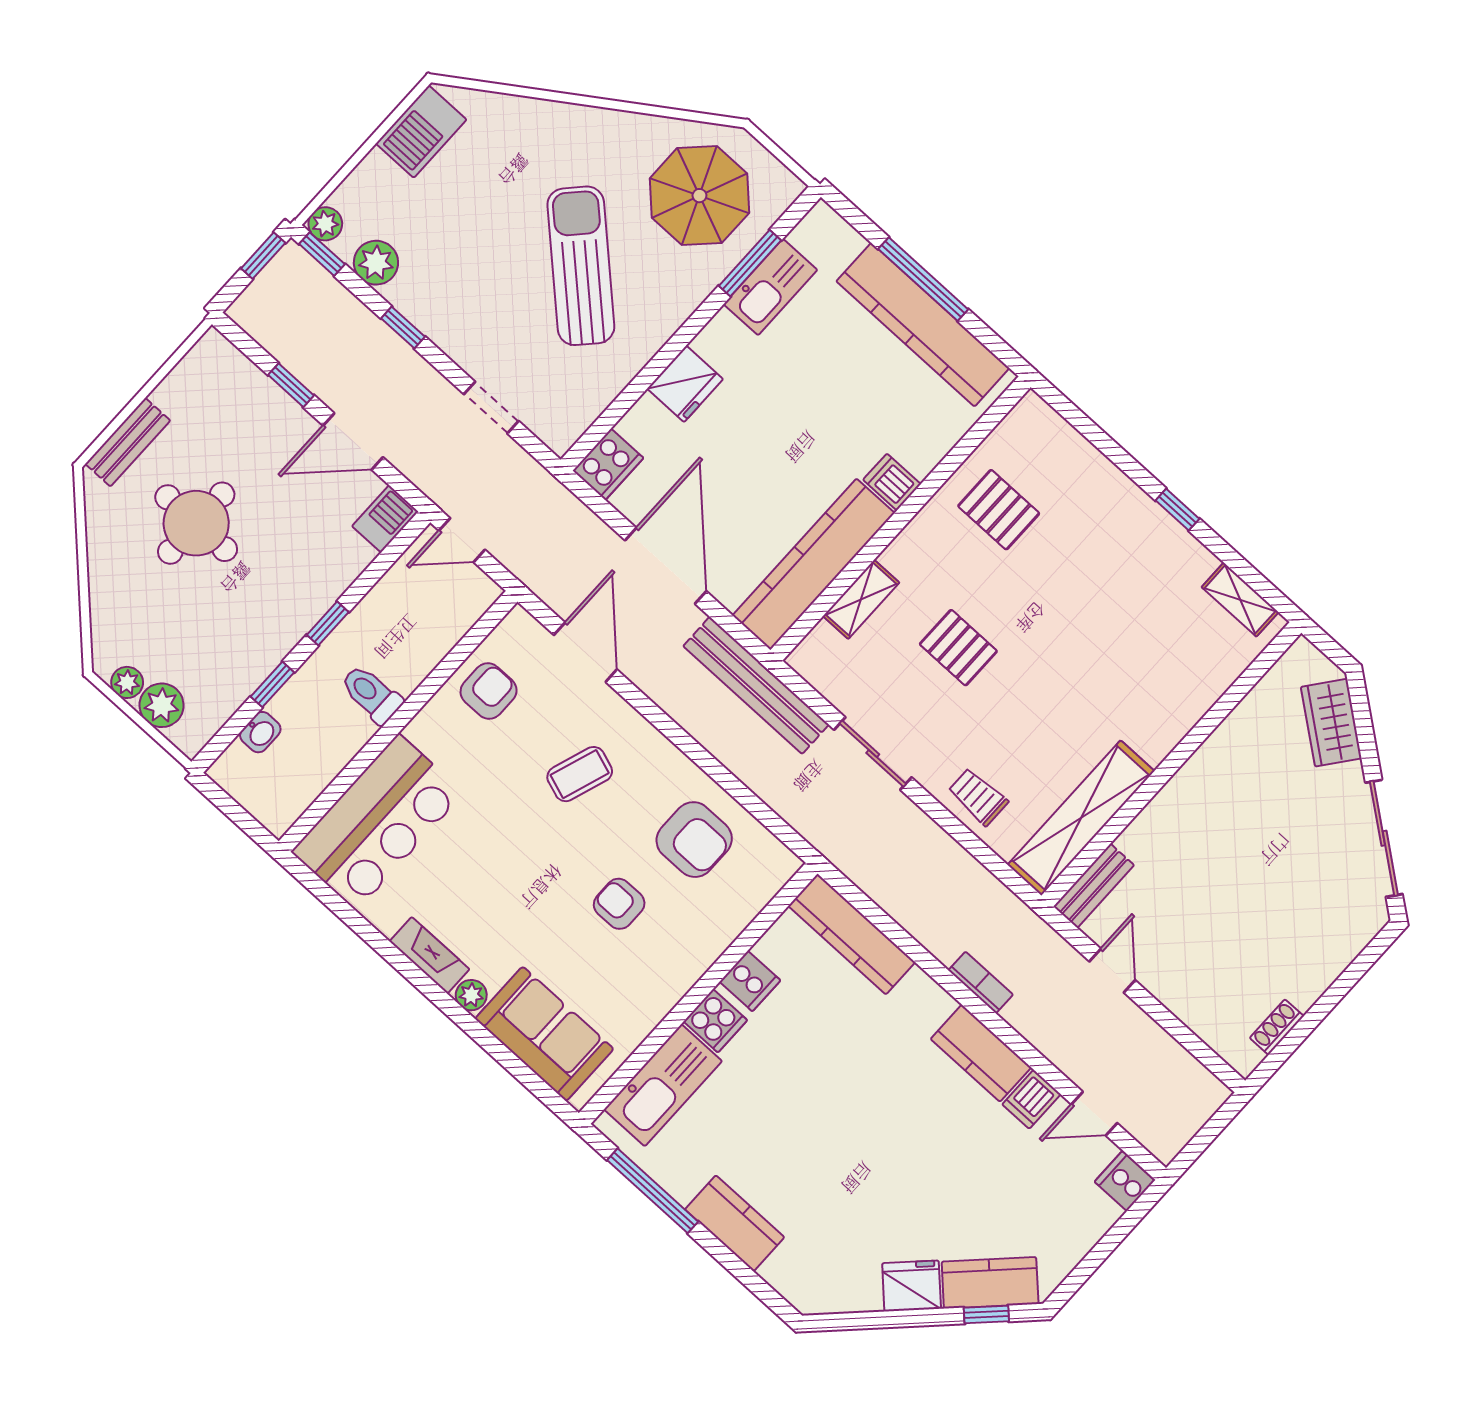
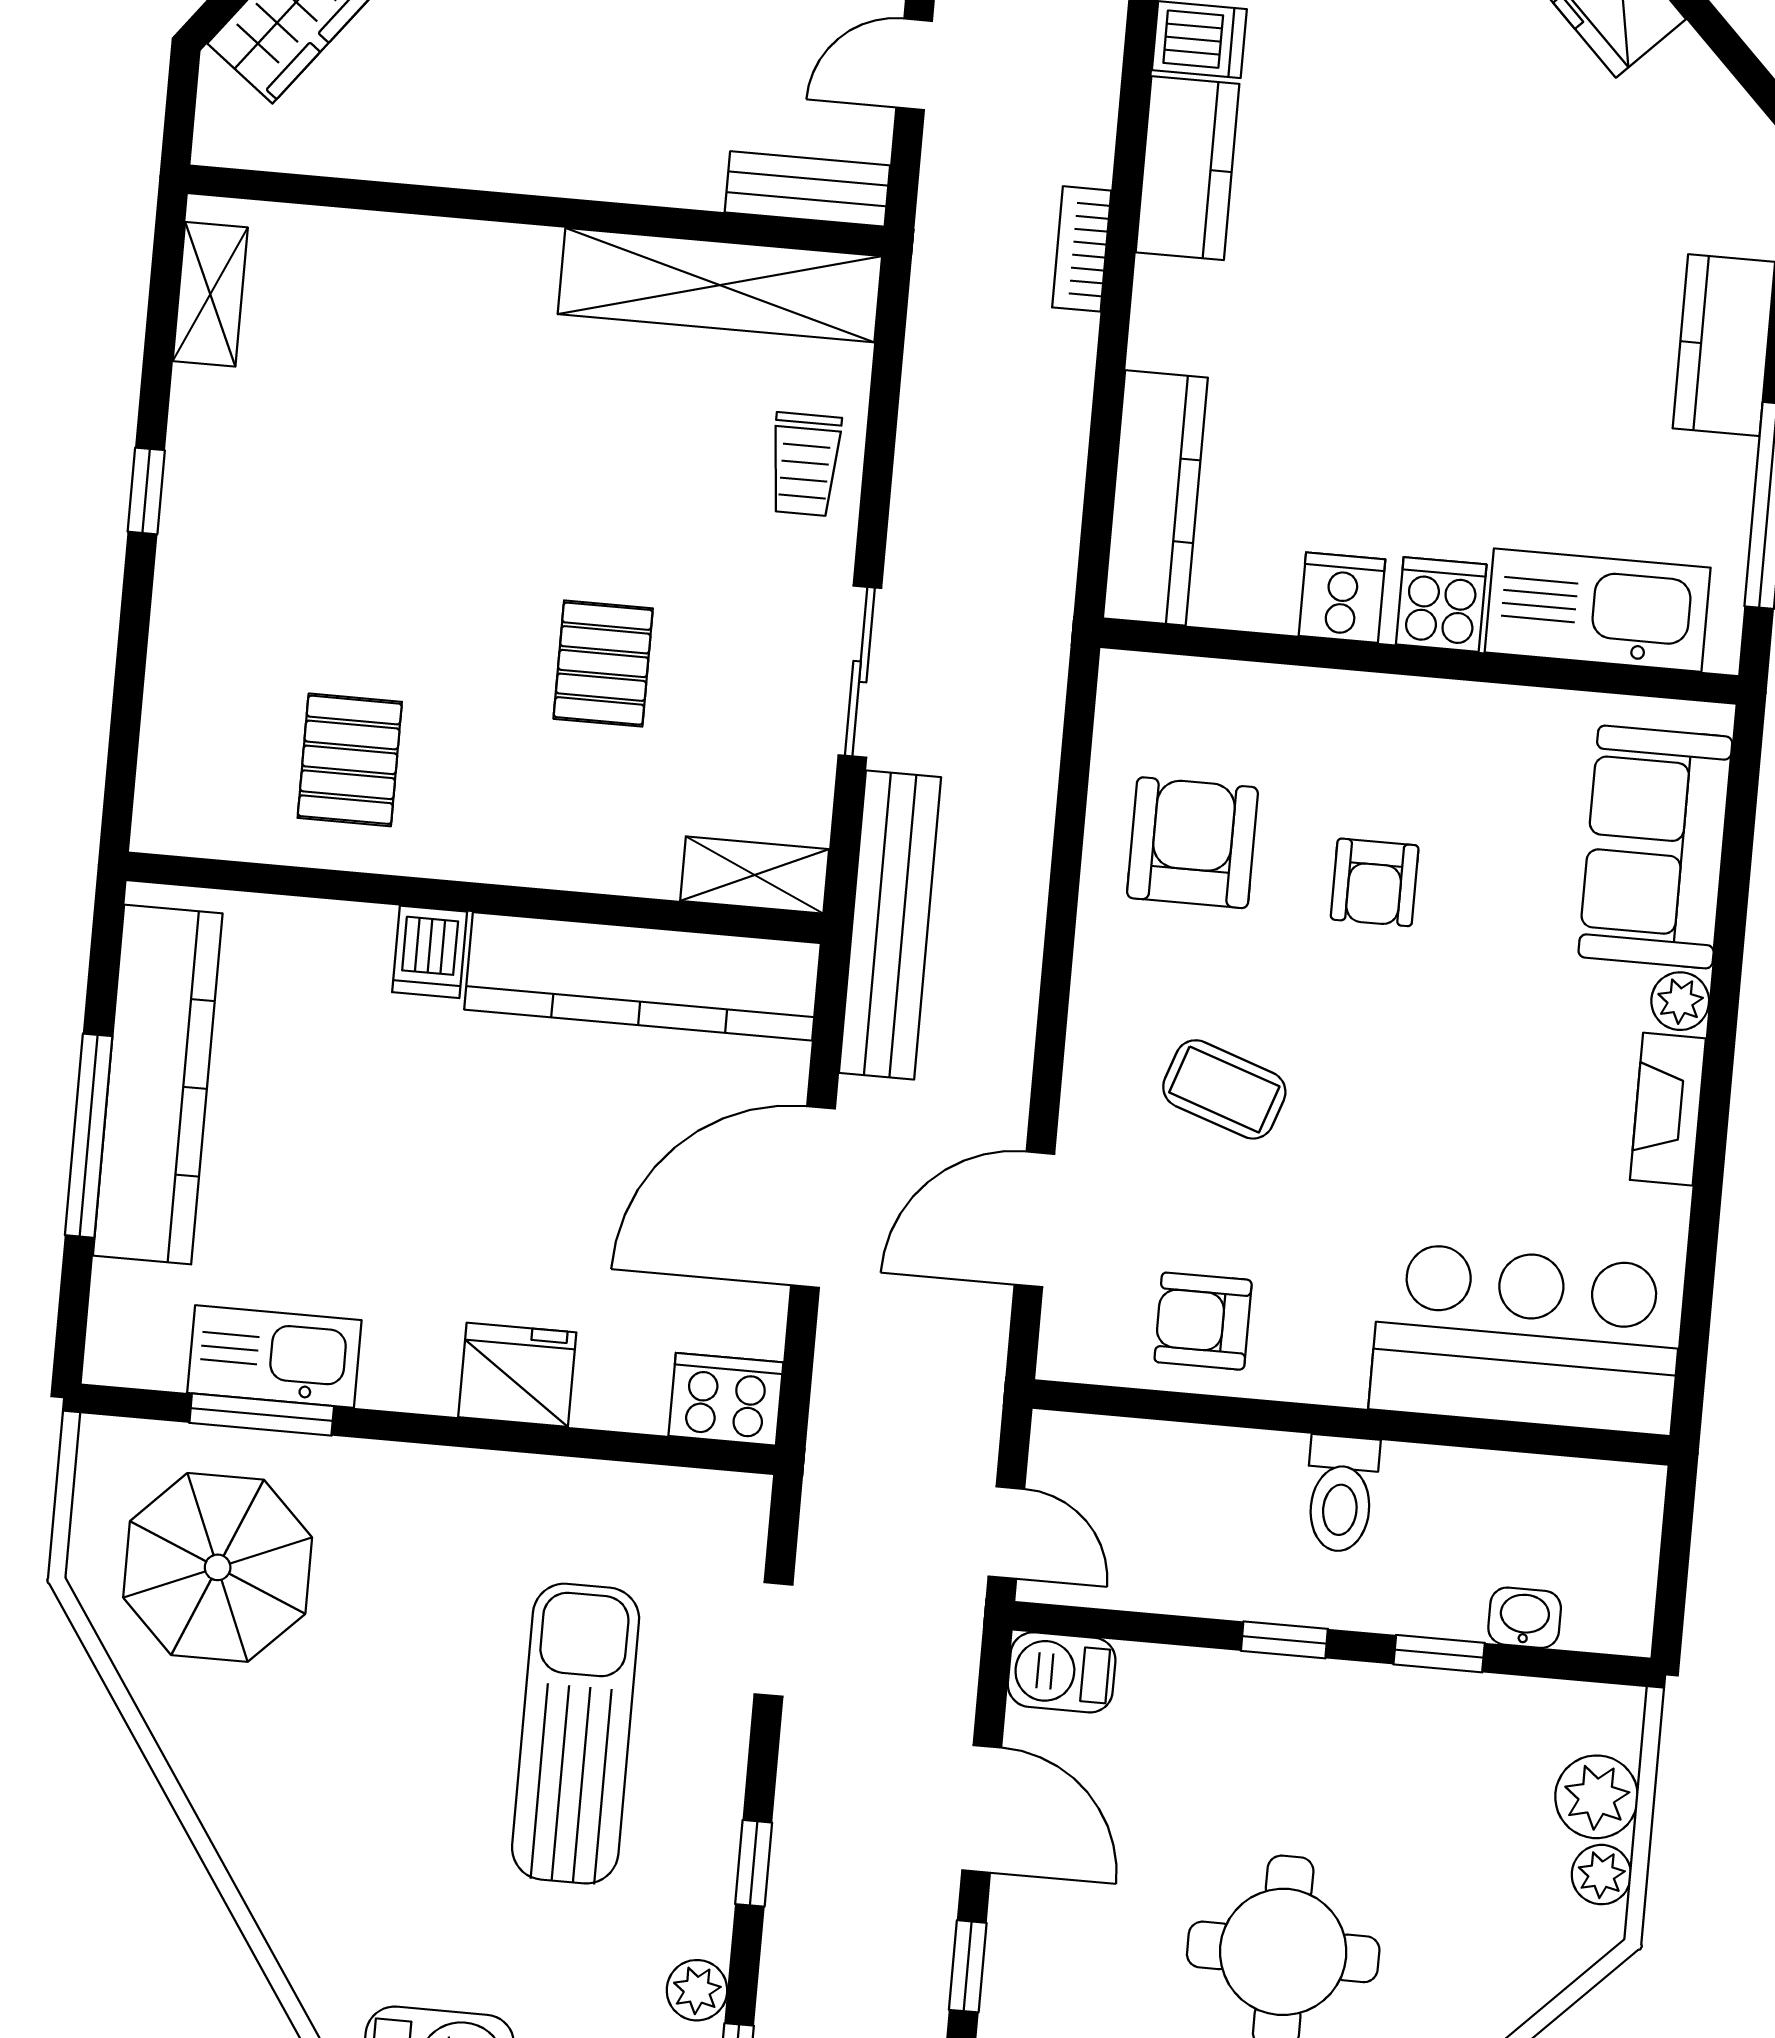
plant: (376, 263) -> (697, 1990), width x0.73, depth x0.73
sun lounger: (581, 266) -> (576, 1734), moved, turned 137
shelving: (861, 599) -> (755, 875), moved

